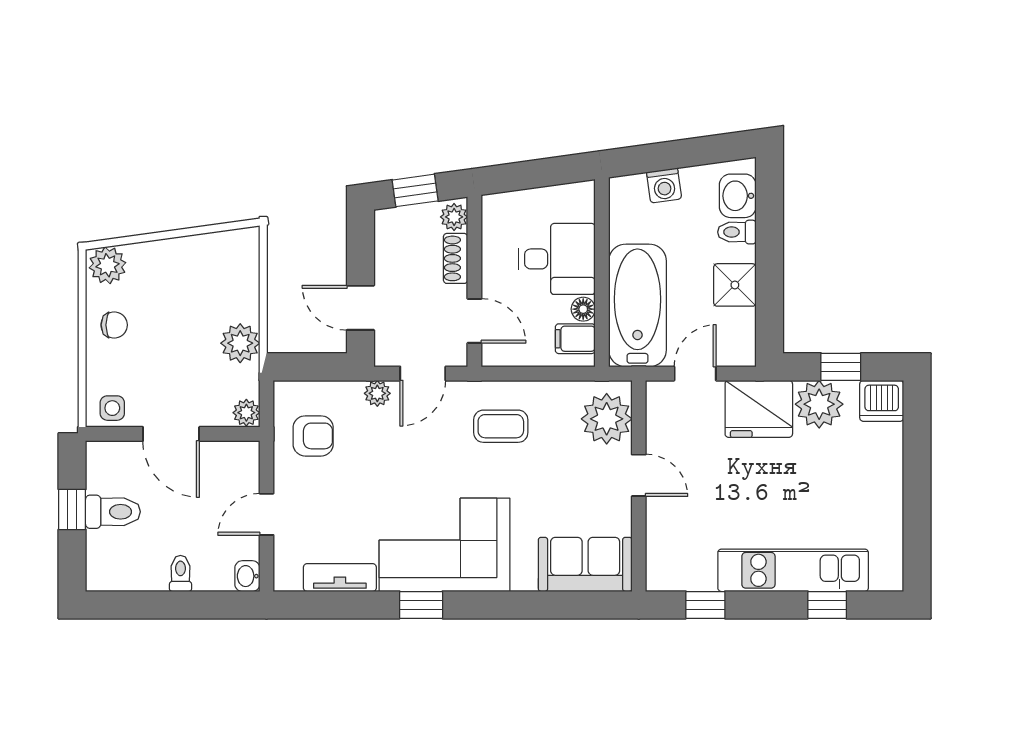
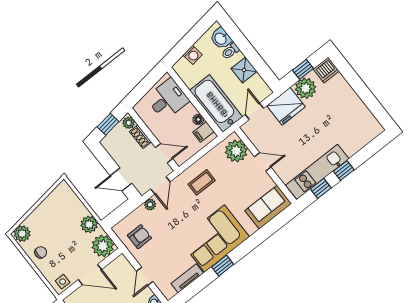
desk: (557, 259) -> (168, 99), moved
plant: (246, 413) -> (103, 246), width x1.87, depth x1.87
kitchen unit: (793, 570) -> (317, 172), moved
window: (827, 605) -> (344, 170), moved

